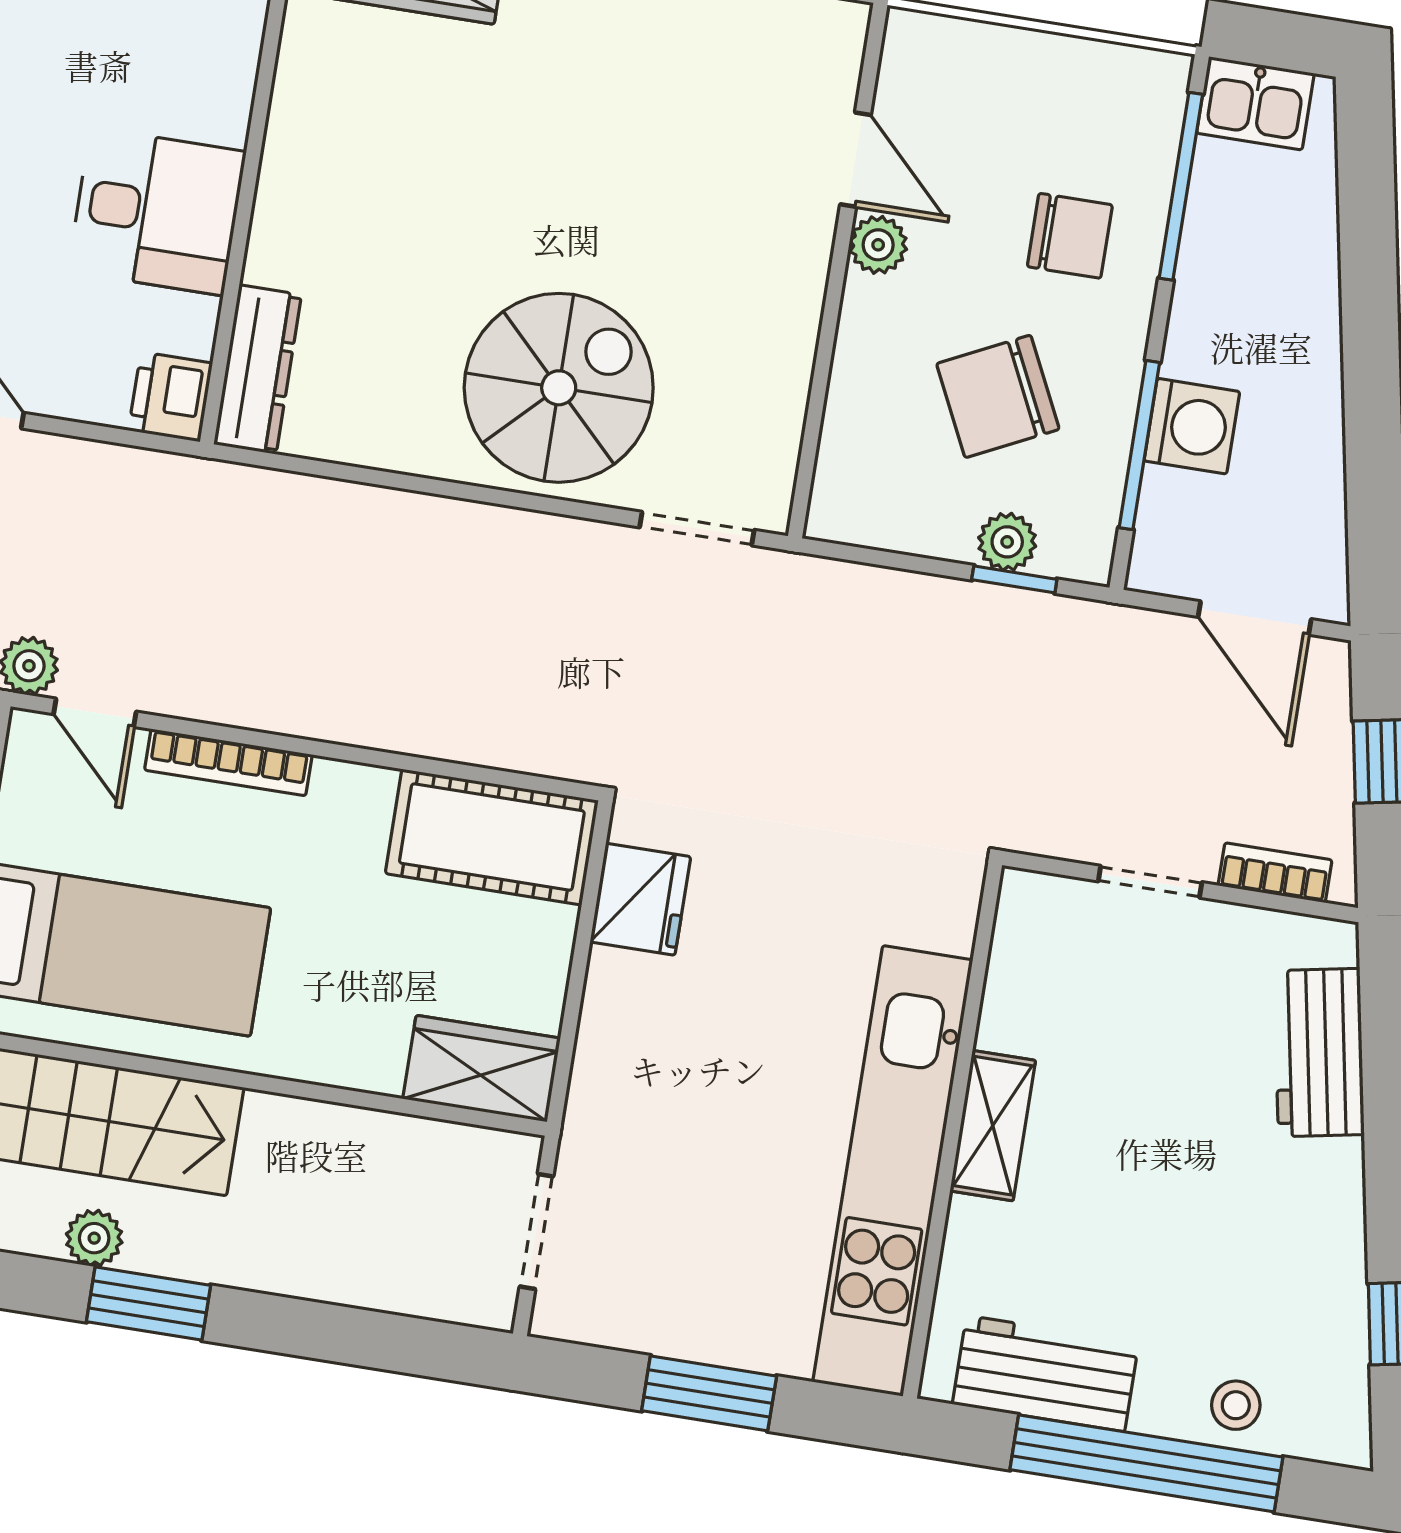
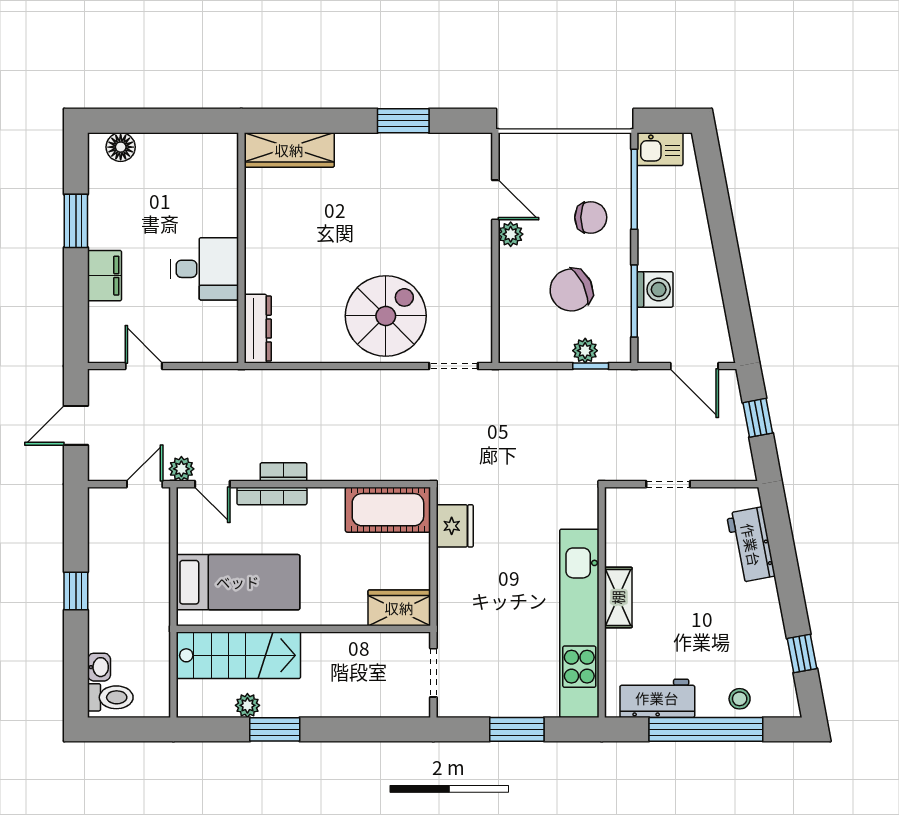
printer: (170, 397) -> (223, 346), removed
bookcase: (1275, 873) -> (283, 472), moved

